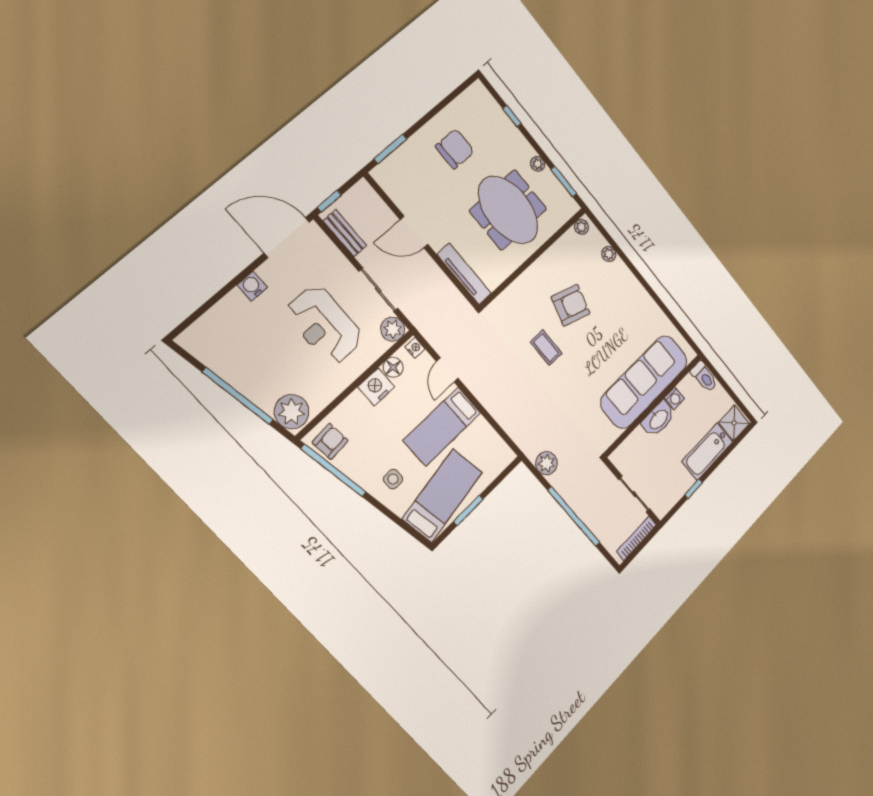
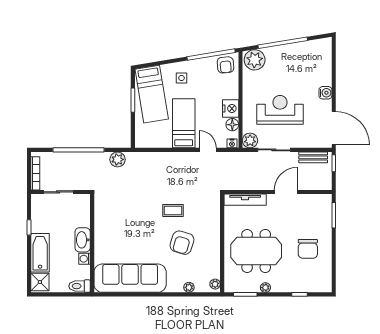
door: (287, 237) -> (334, 128), hinge flipped
sofa: (644, 382) -> (130, 278), moved, turned -90

